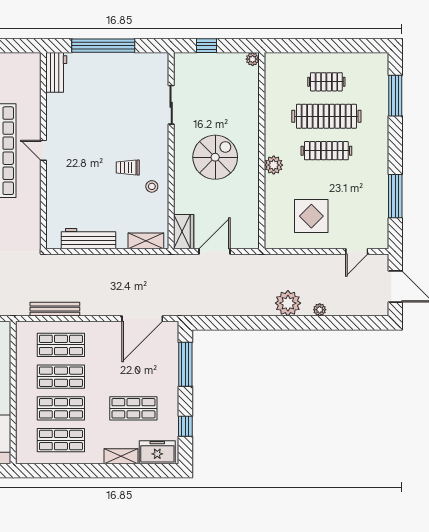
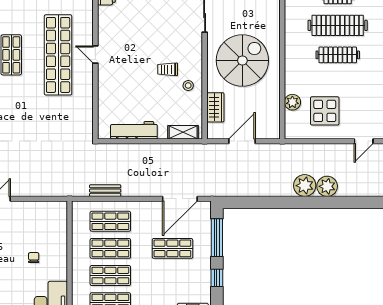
spiral stairs: (215, 157) -> (242, 60), width x1.37, depth x1.37
plant: (274, 165) -> (292, 102), moved
wardrobe: (184, 232) -> (215, 107), moved
bench: (55, 309) -> (105, 191), width x0.73
plant: (320, 310) -> (327, 186), width x1.87, depth x1.87
shop shelf: (133, 408) -> (172, 248), moved
window: (185, 426) -> (217, 278), moved

